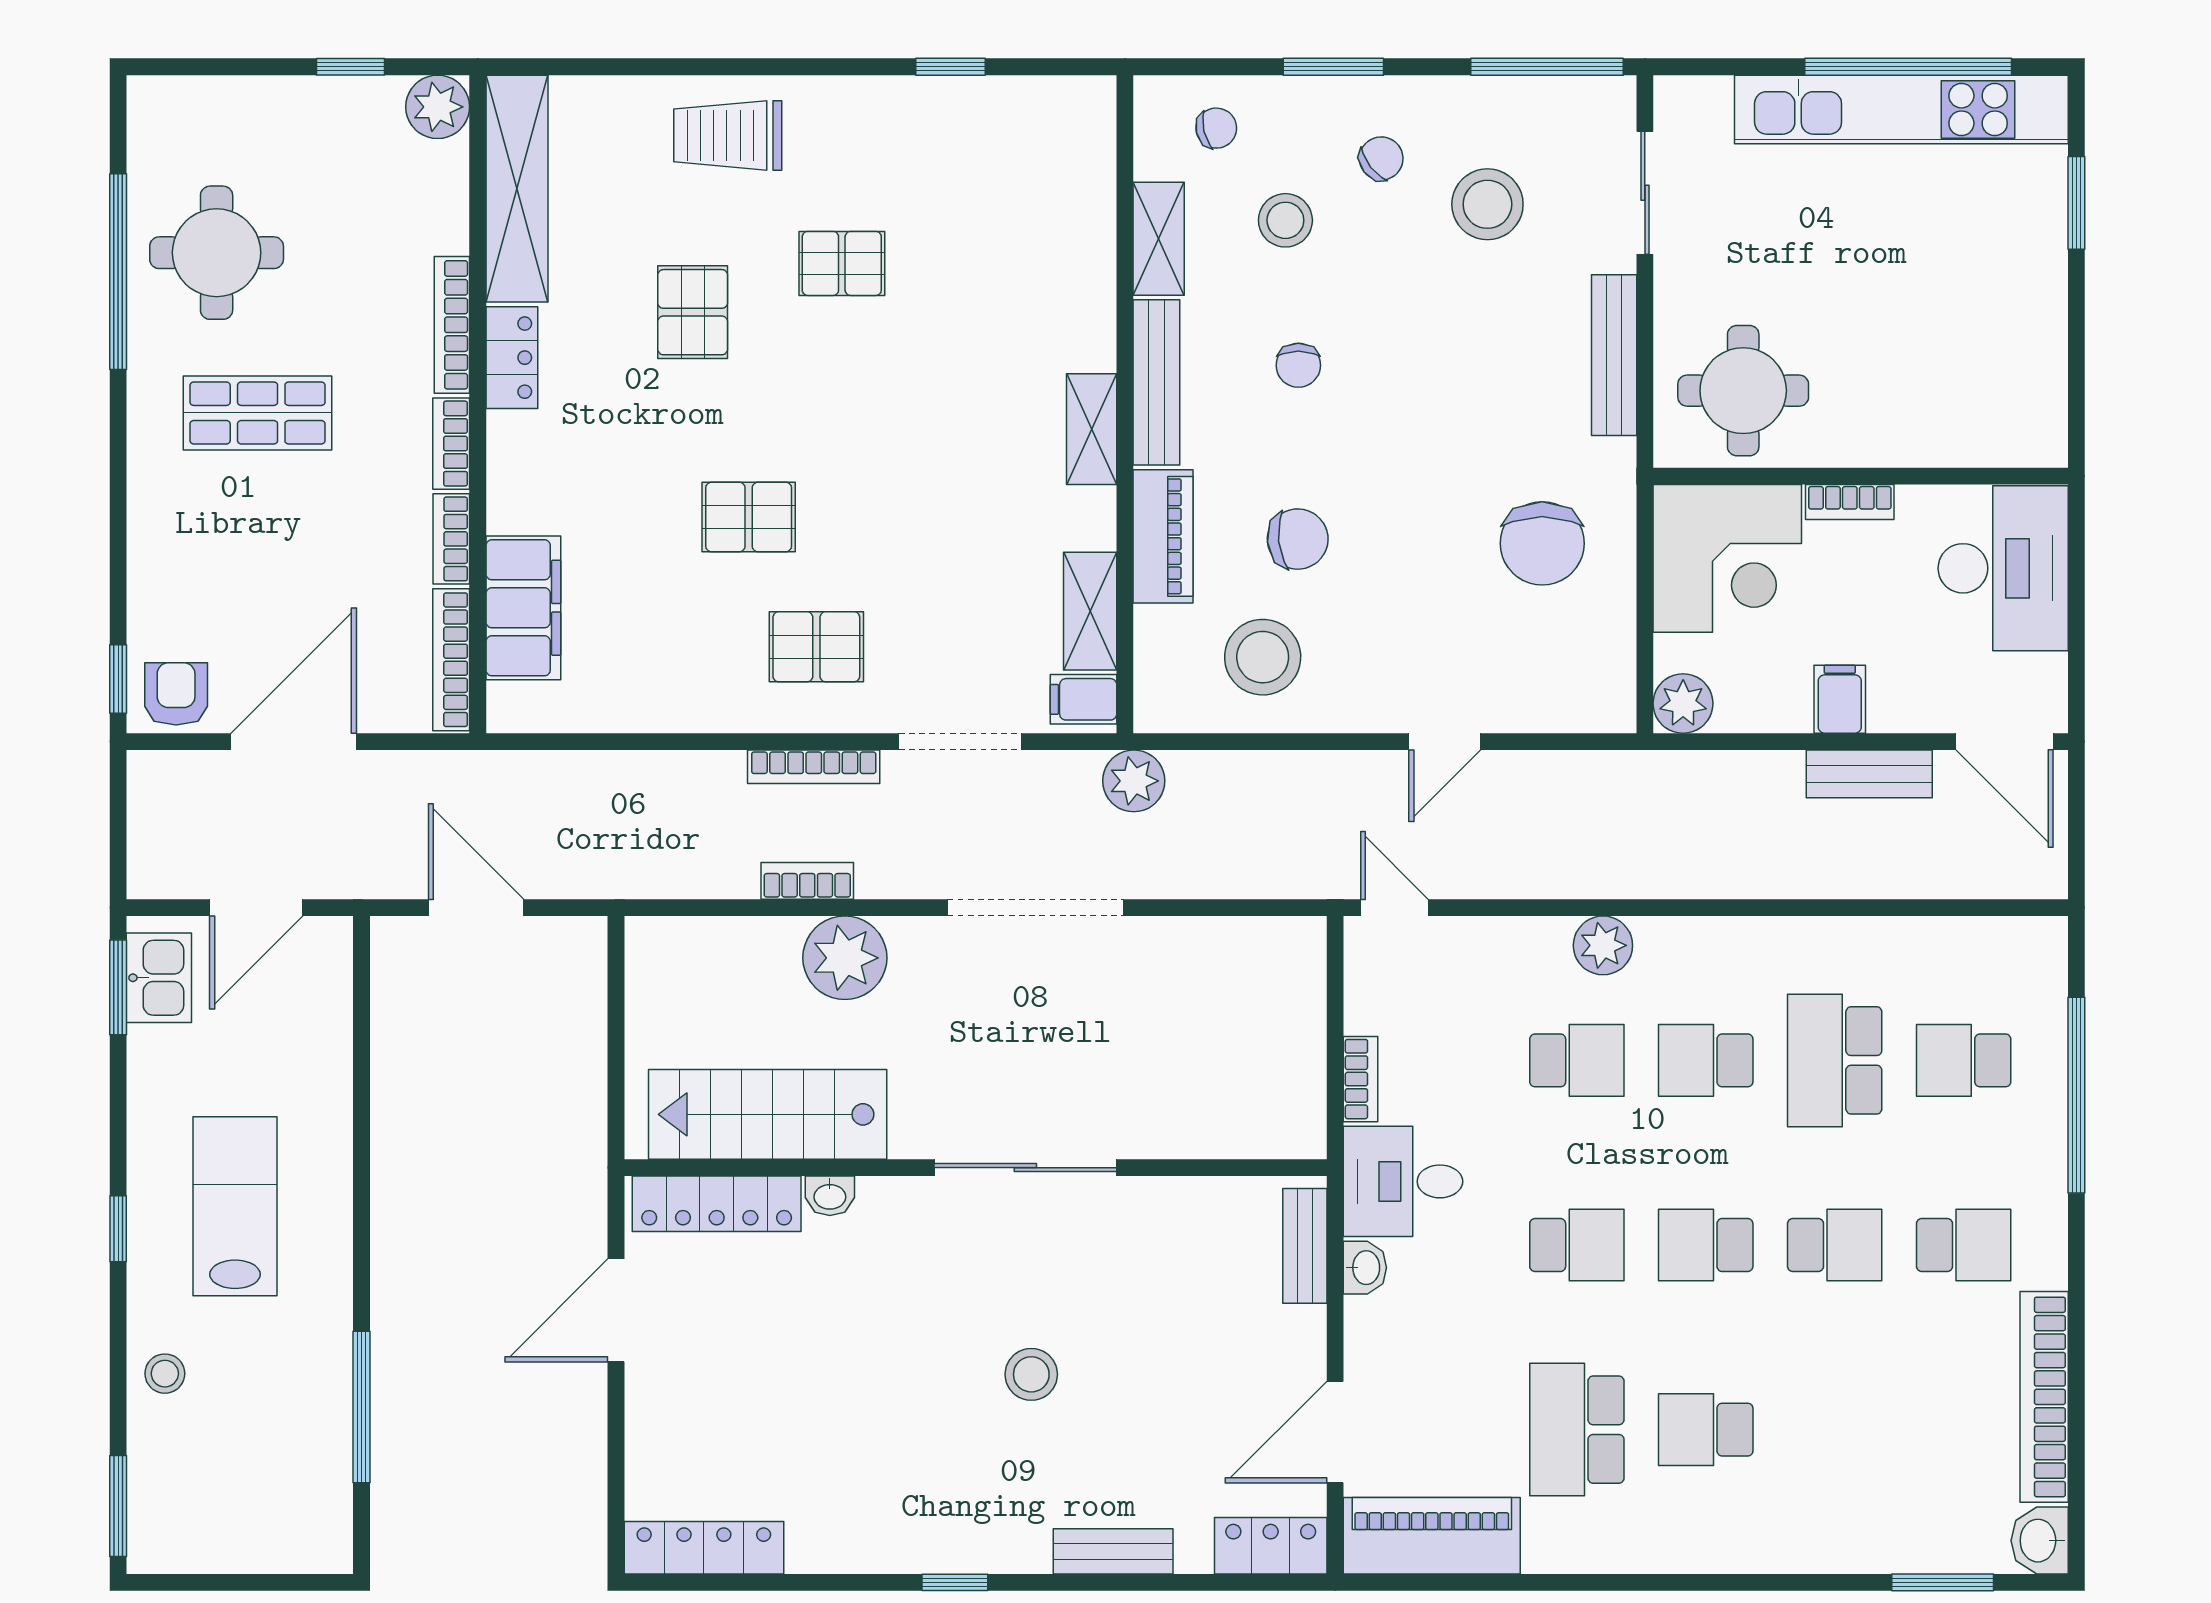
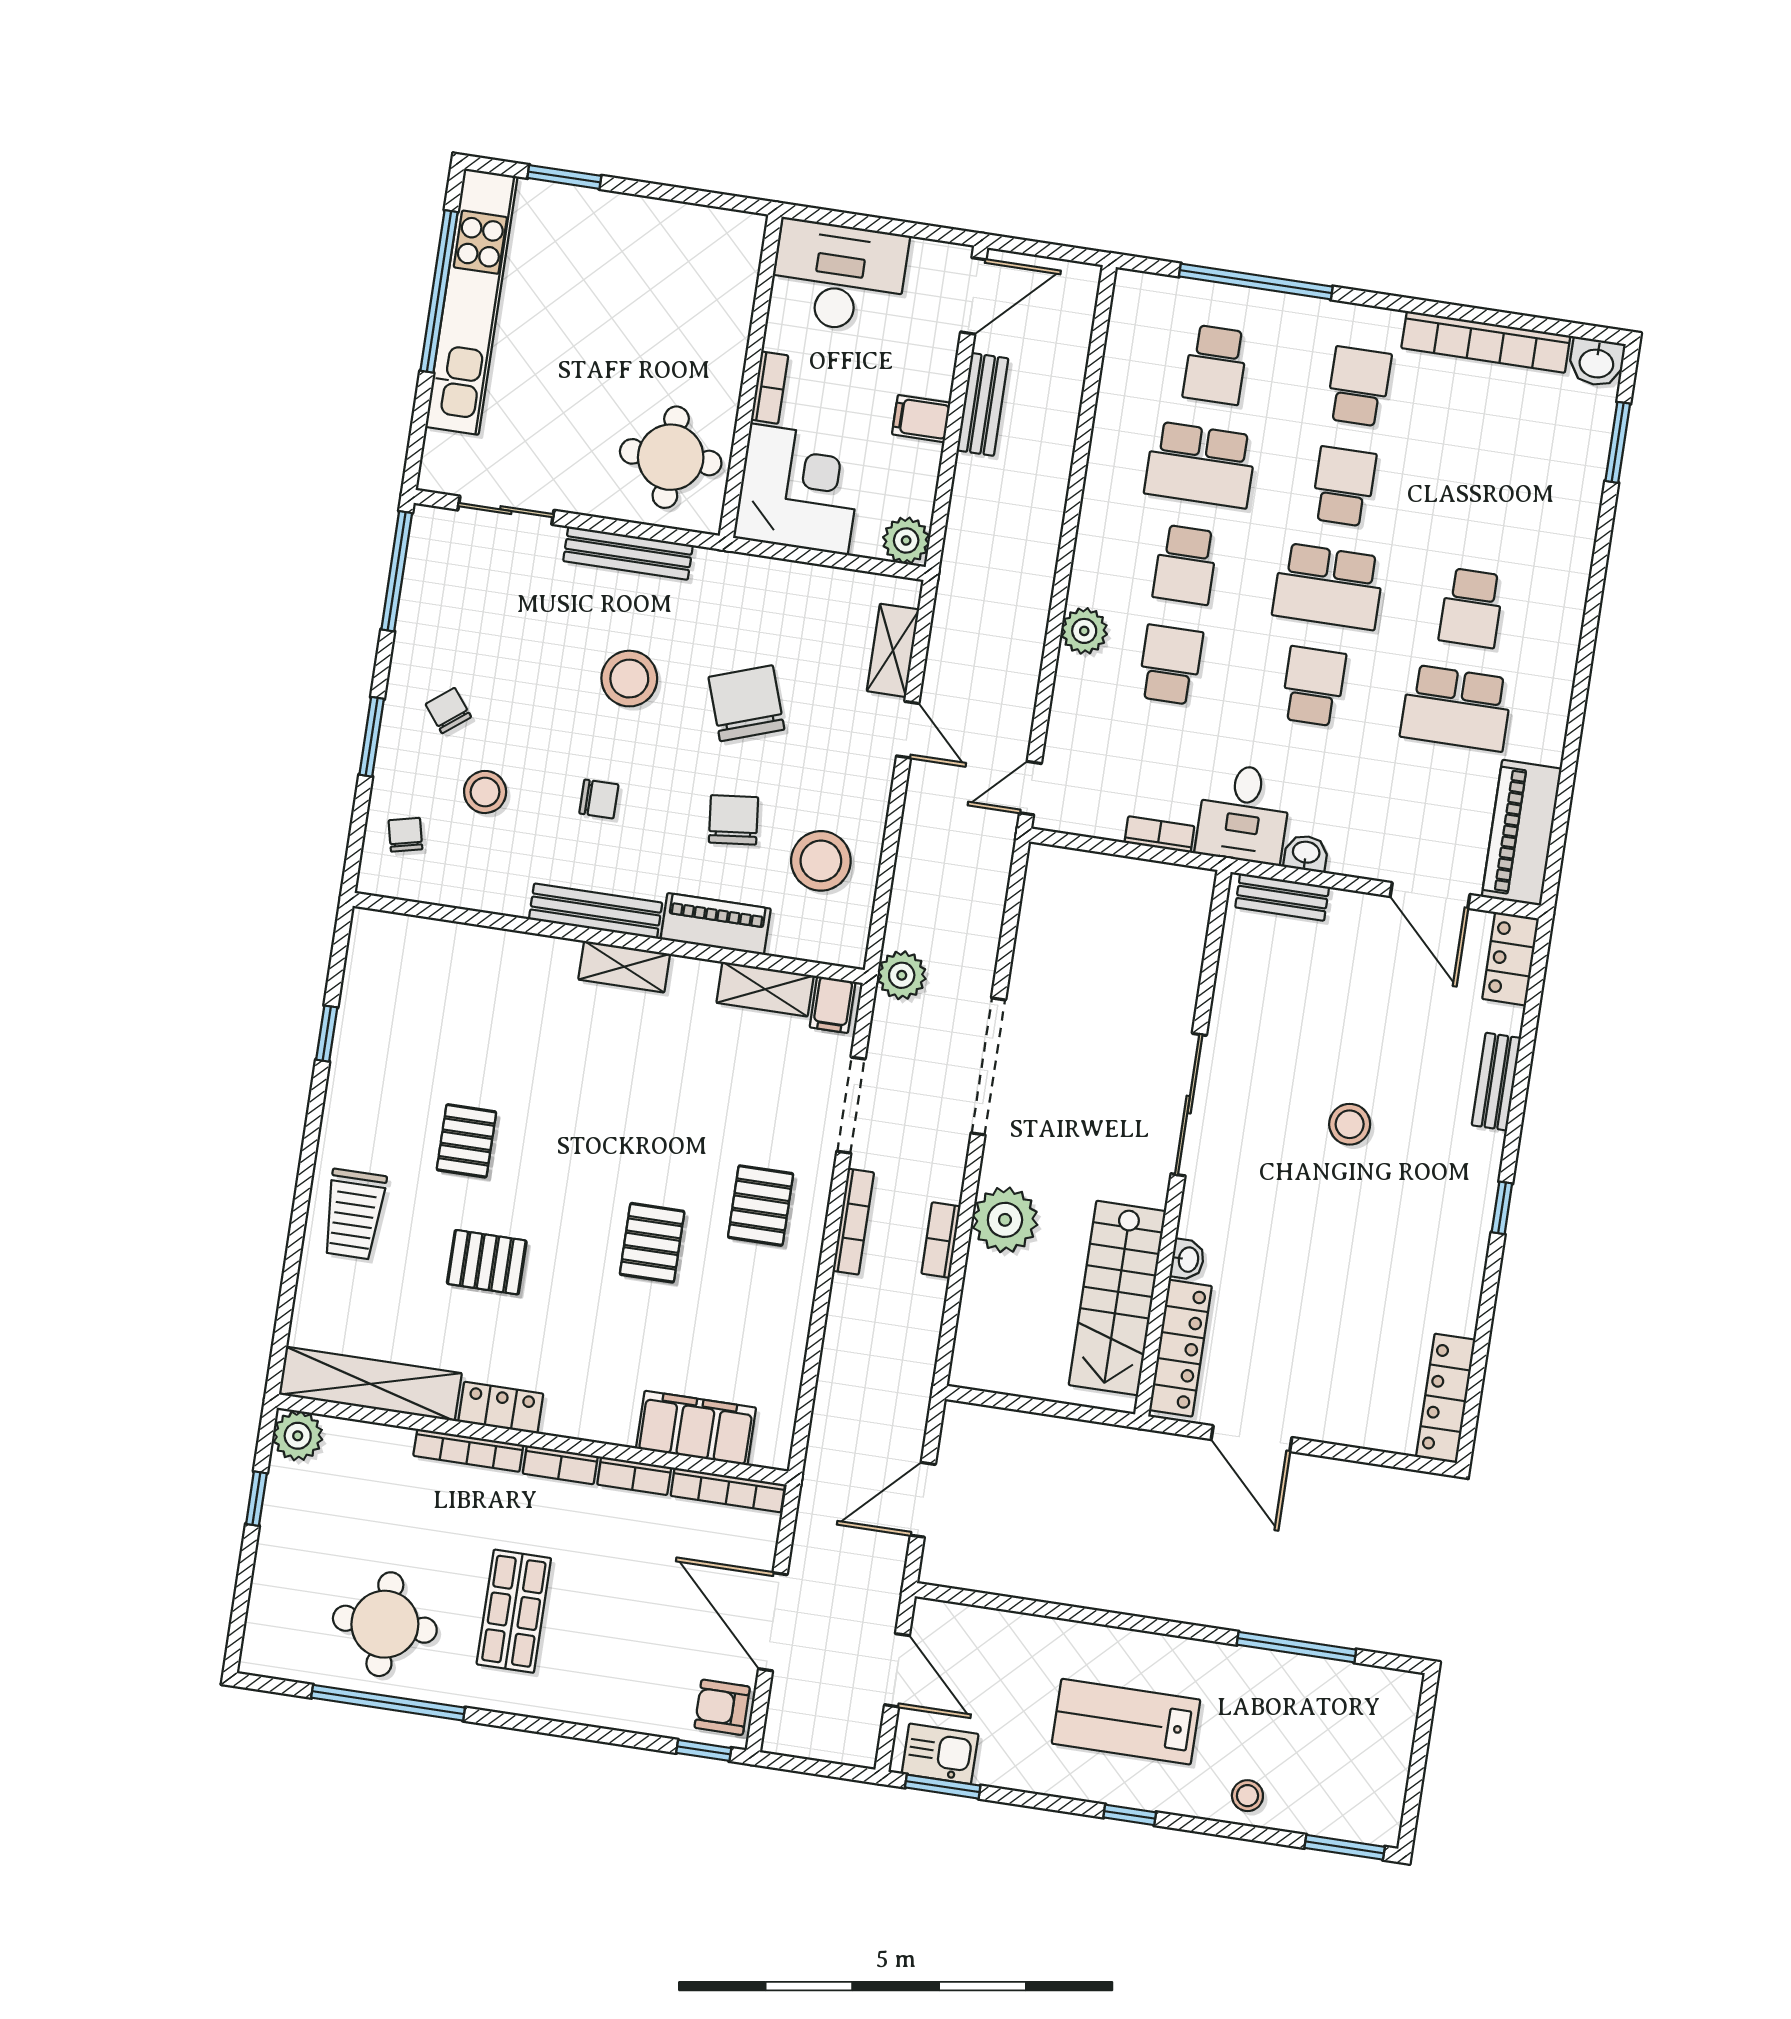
stool: (1487, 204) -> (629, 679), moved
shelving: (1159, 239) -> (893, 650), moved, turned 90
chair: (1542, 543) -> (746, 703), moved, turned -109
school desk: (1706, 1245) -> (1328, 586), width x1.85

